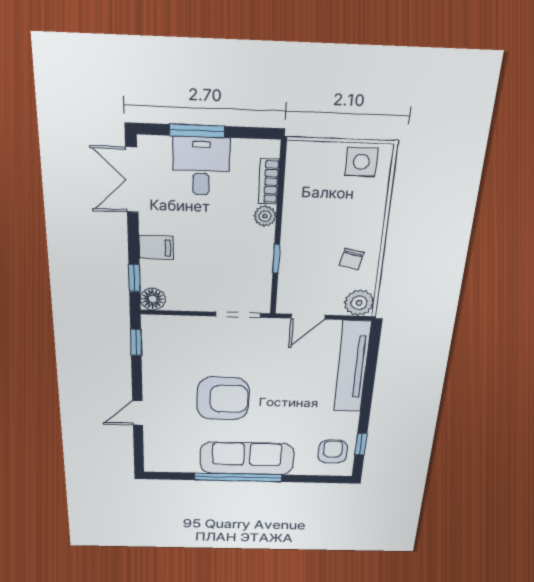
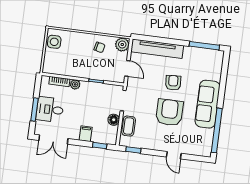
floor lamp: (153, 299) -> (114, 120), moved
coffee table: (185, 329) -> (129, 126), added
window: (361, 444) -> (204, 46), width x2.17
armchair: (333, 452) -> (173, 83), moved, turned 86
window: (238, 477) -> (217, 130), moved

